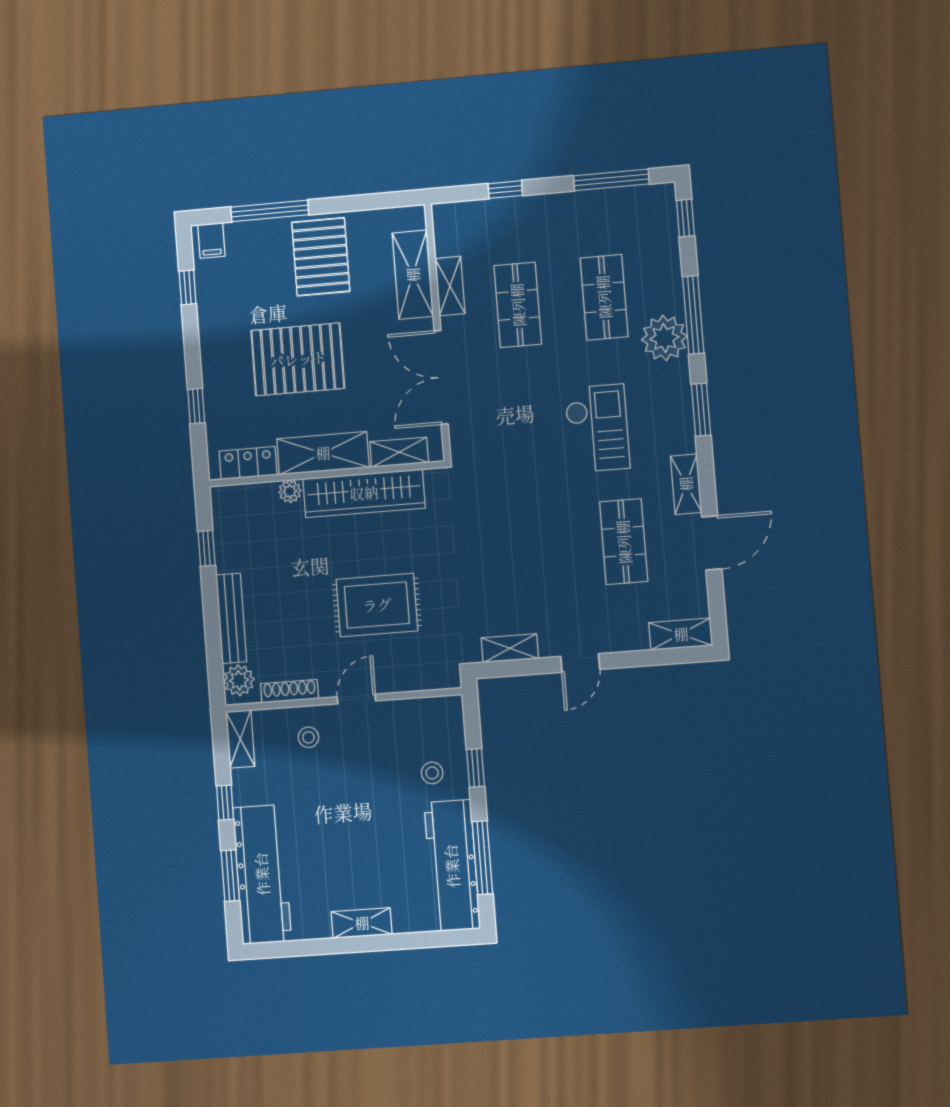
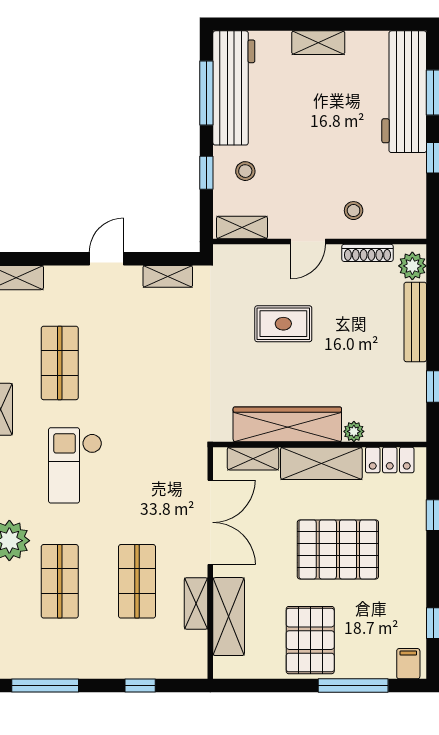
rug: (377, 605) -> (283, 324), width x0.73, depth x0.70
shelving: (240, 739) -> (242, 227), moved, turned 90

